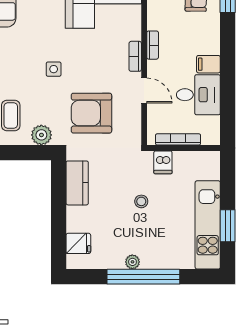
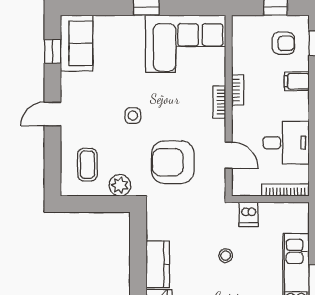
filing cabinet: (208, 64) -> (297, 81), moved
door: (144, 91) -> (229, 155), moved
bookcase: (178, 139) -> (285, 190), moved
kitchen counter: (77, 183) -> (158, 264), moved

